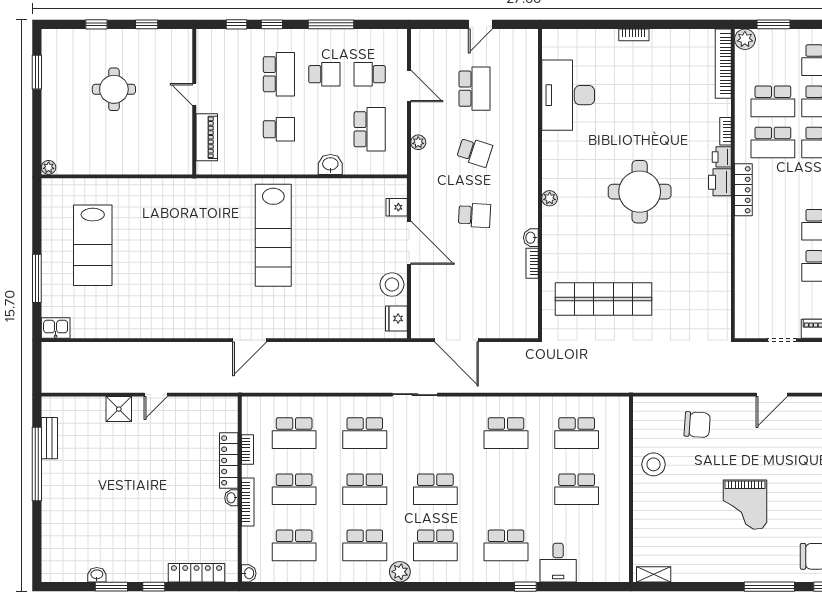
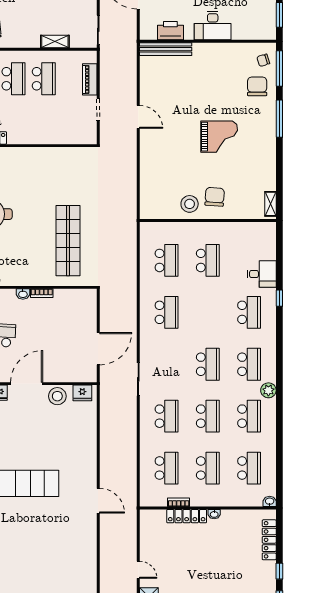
chair: (697, 425) -> (215, 197), moved
bookcase: (248, 502) -> (217, 502), removed

